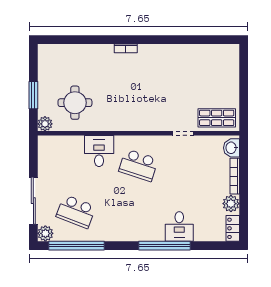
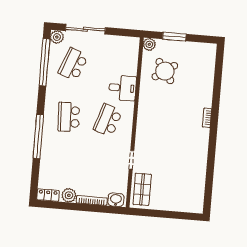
round table: (75, 103) -> (165, 71), turned -35
school desk: (138, 212) -> (69, 117), added
desk: (179, 226) -> (53, 150), removed

